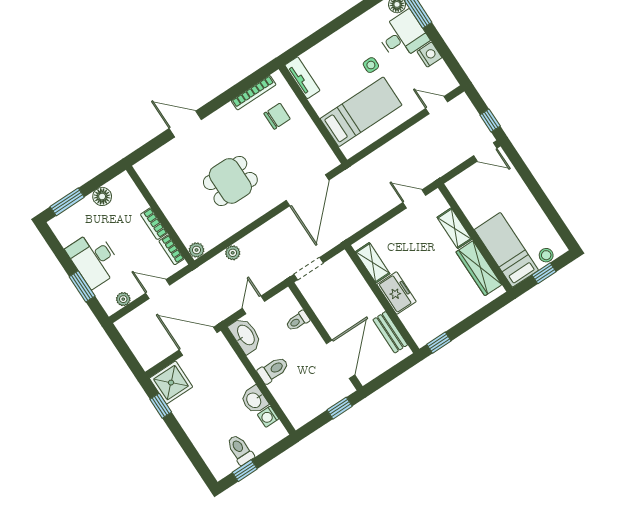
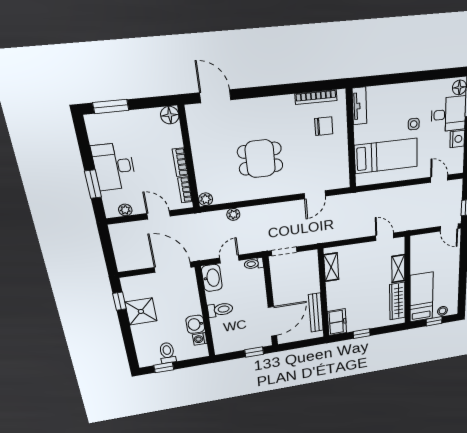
door: (185, 124) -> (215, 96), moved
door: (308, 190) -> (315, 195), width x0.53
floor lamp: (102, 196) -> (170, 115), moved
freezer: (397, 293) -> (337, 322), moved
toilet: (298, 321) -> (254, 264), moved
bench: (390, 332) -> (316, 313), width x1.36
window: (439, 343) -> (362, 334), moved
shower: (171, 383) -> (141, 311), moved

